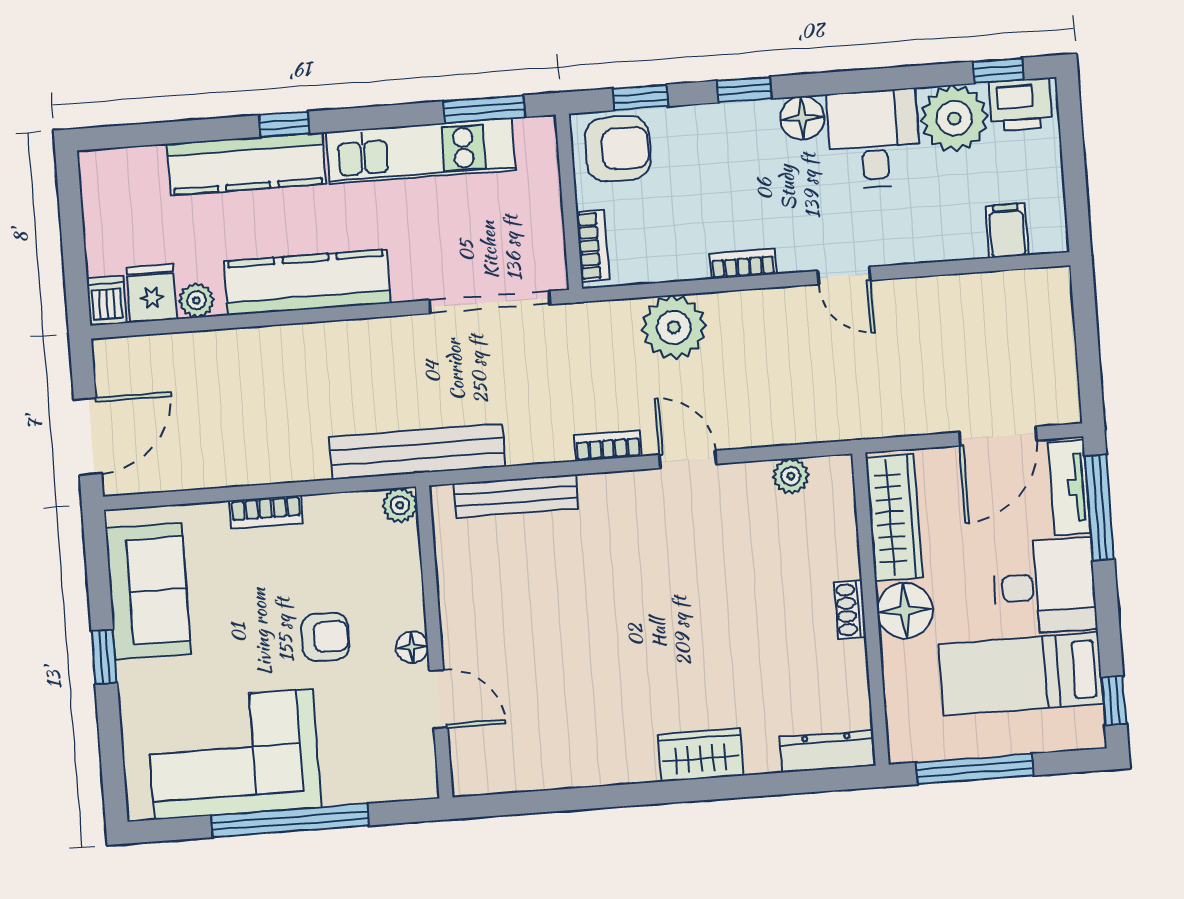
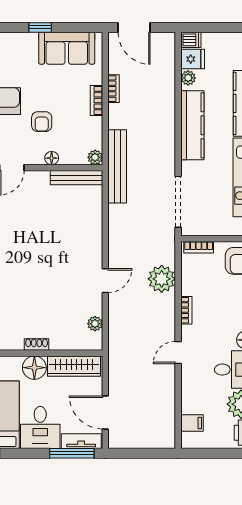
bookcase: (608, 446) -> (114, 89), moved
bench: (516, 496) -> (76, 178), moved, turned 90
floor lamp: (412, 647) -> (52, 158), moved

